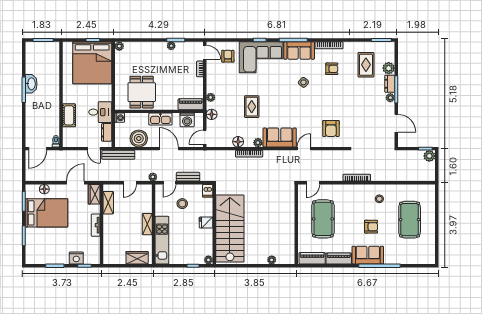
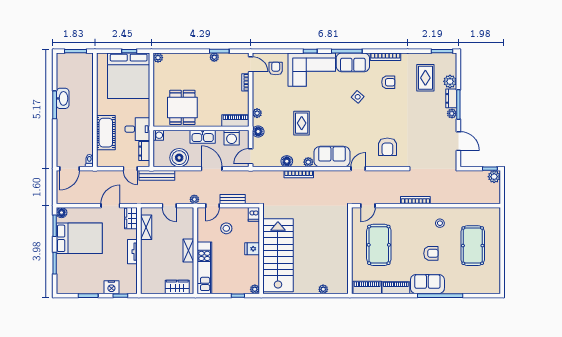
cot: (69, 115) -> (106, 133), width x1.37, depth x1.34
door: (130, 183) -> (169, 206), hinge flipped
floor lamp: (44, 189) -> (62, 213), moved

